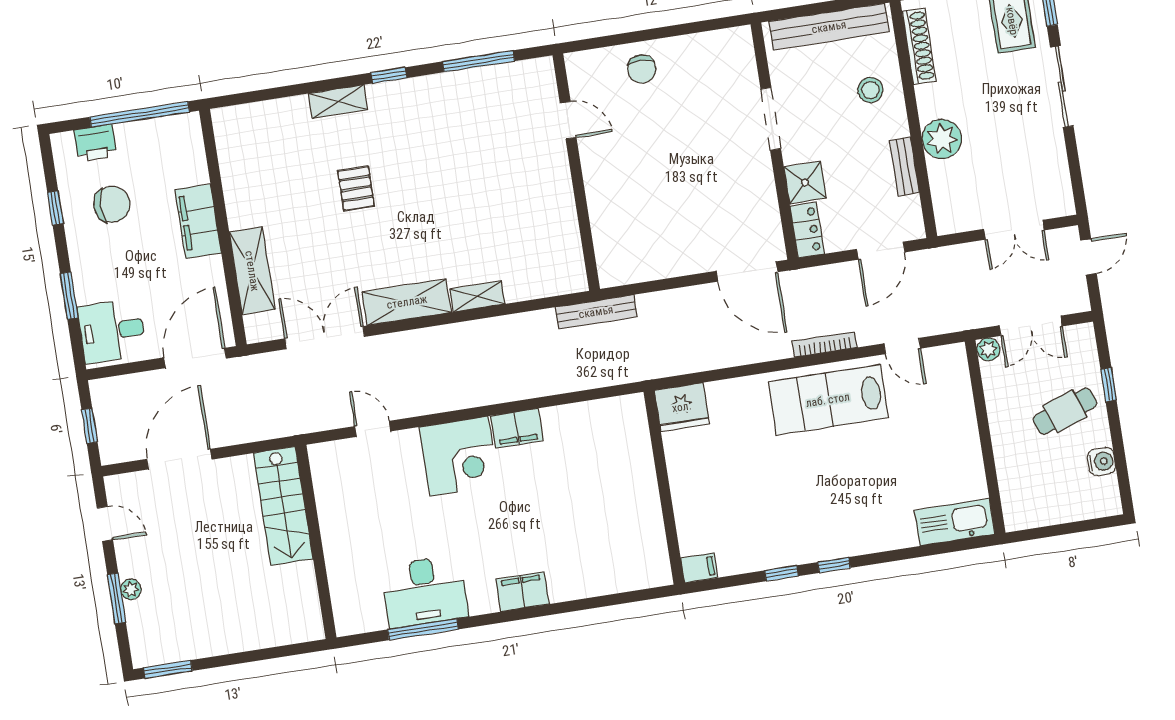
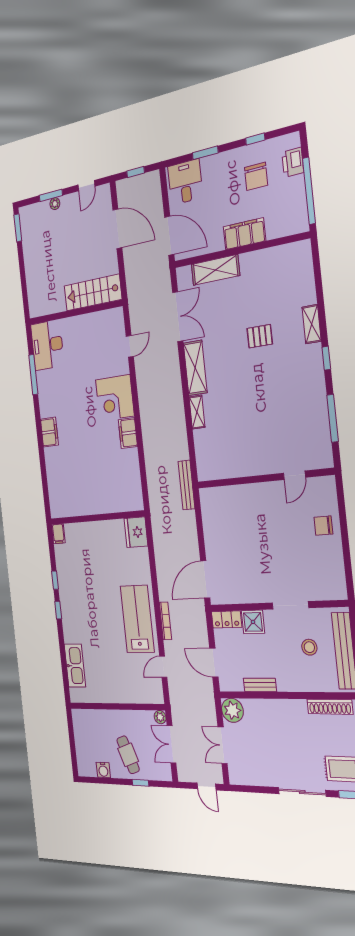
stool: (870, 90) -> (309, 647), moved
plant: (942, 139) -> (232, 710), moved
kitchen sink: (955, 522) -> (75, 666), moved
desk: (425, 591) -> (47, 345), moved

